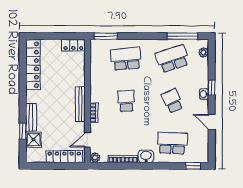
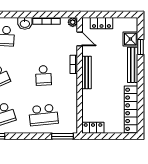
bench: (31, 117) -> (133, 65), width x1.36
door: (88, 140) -> (80, 39), hinge flipped
locker: (64, 157) -> (101, 23), width x0.66

